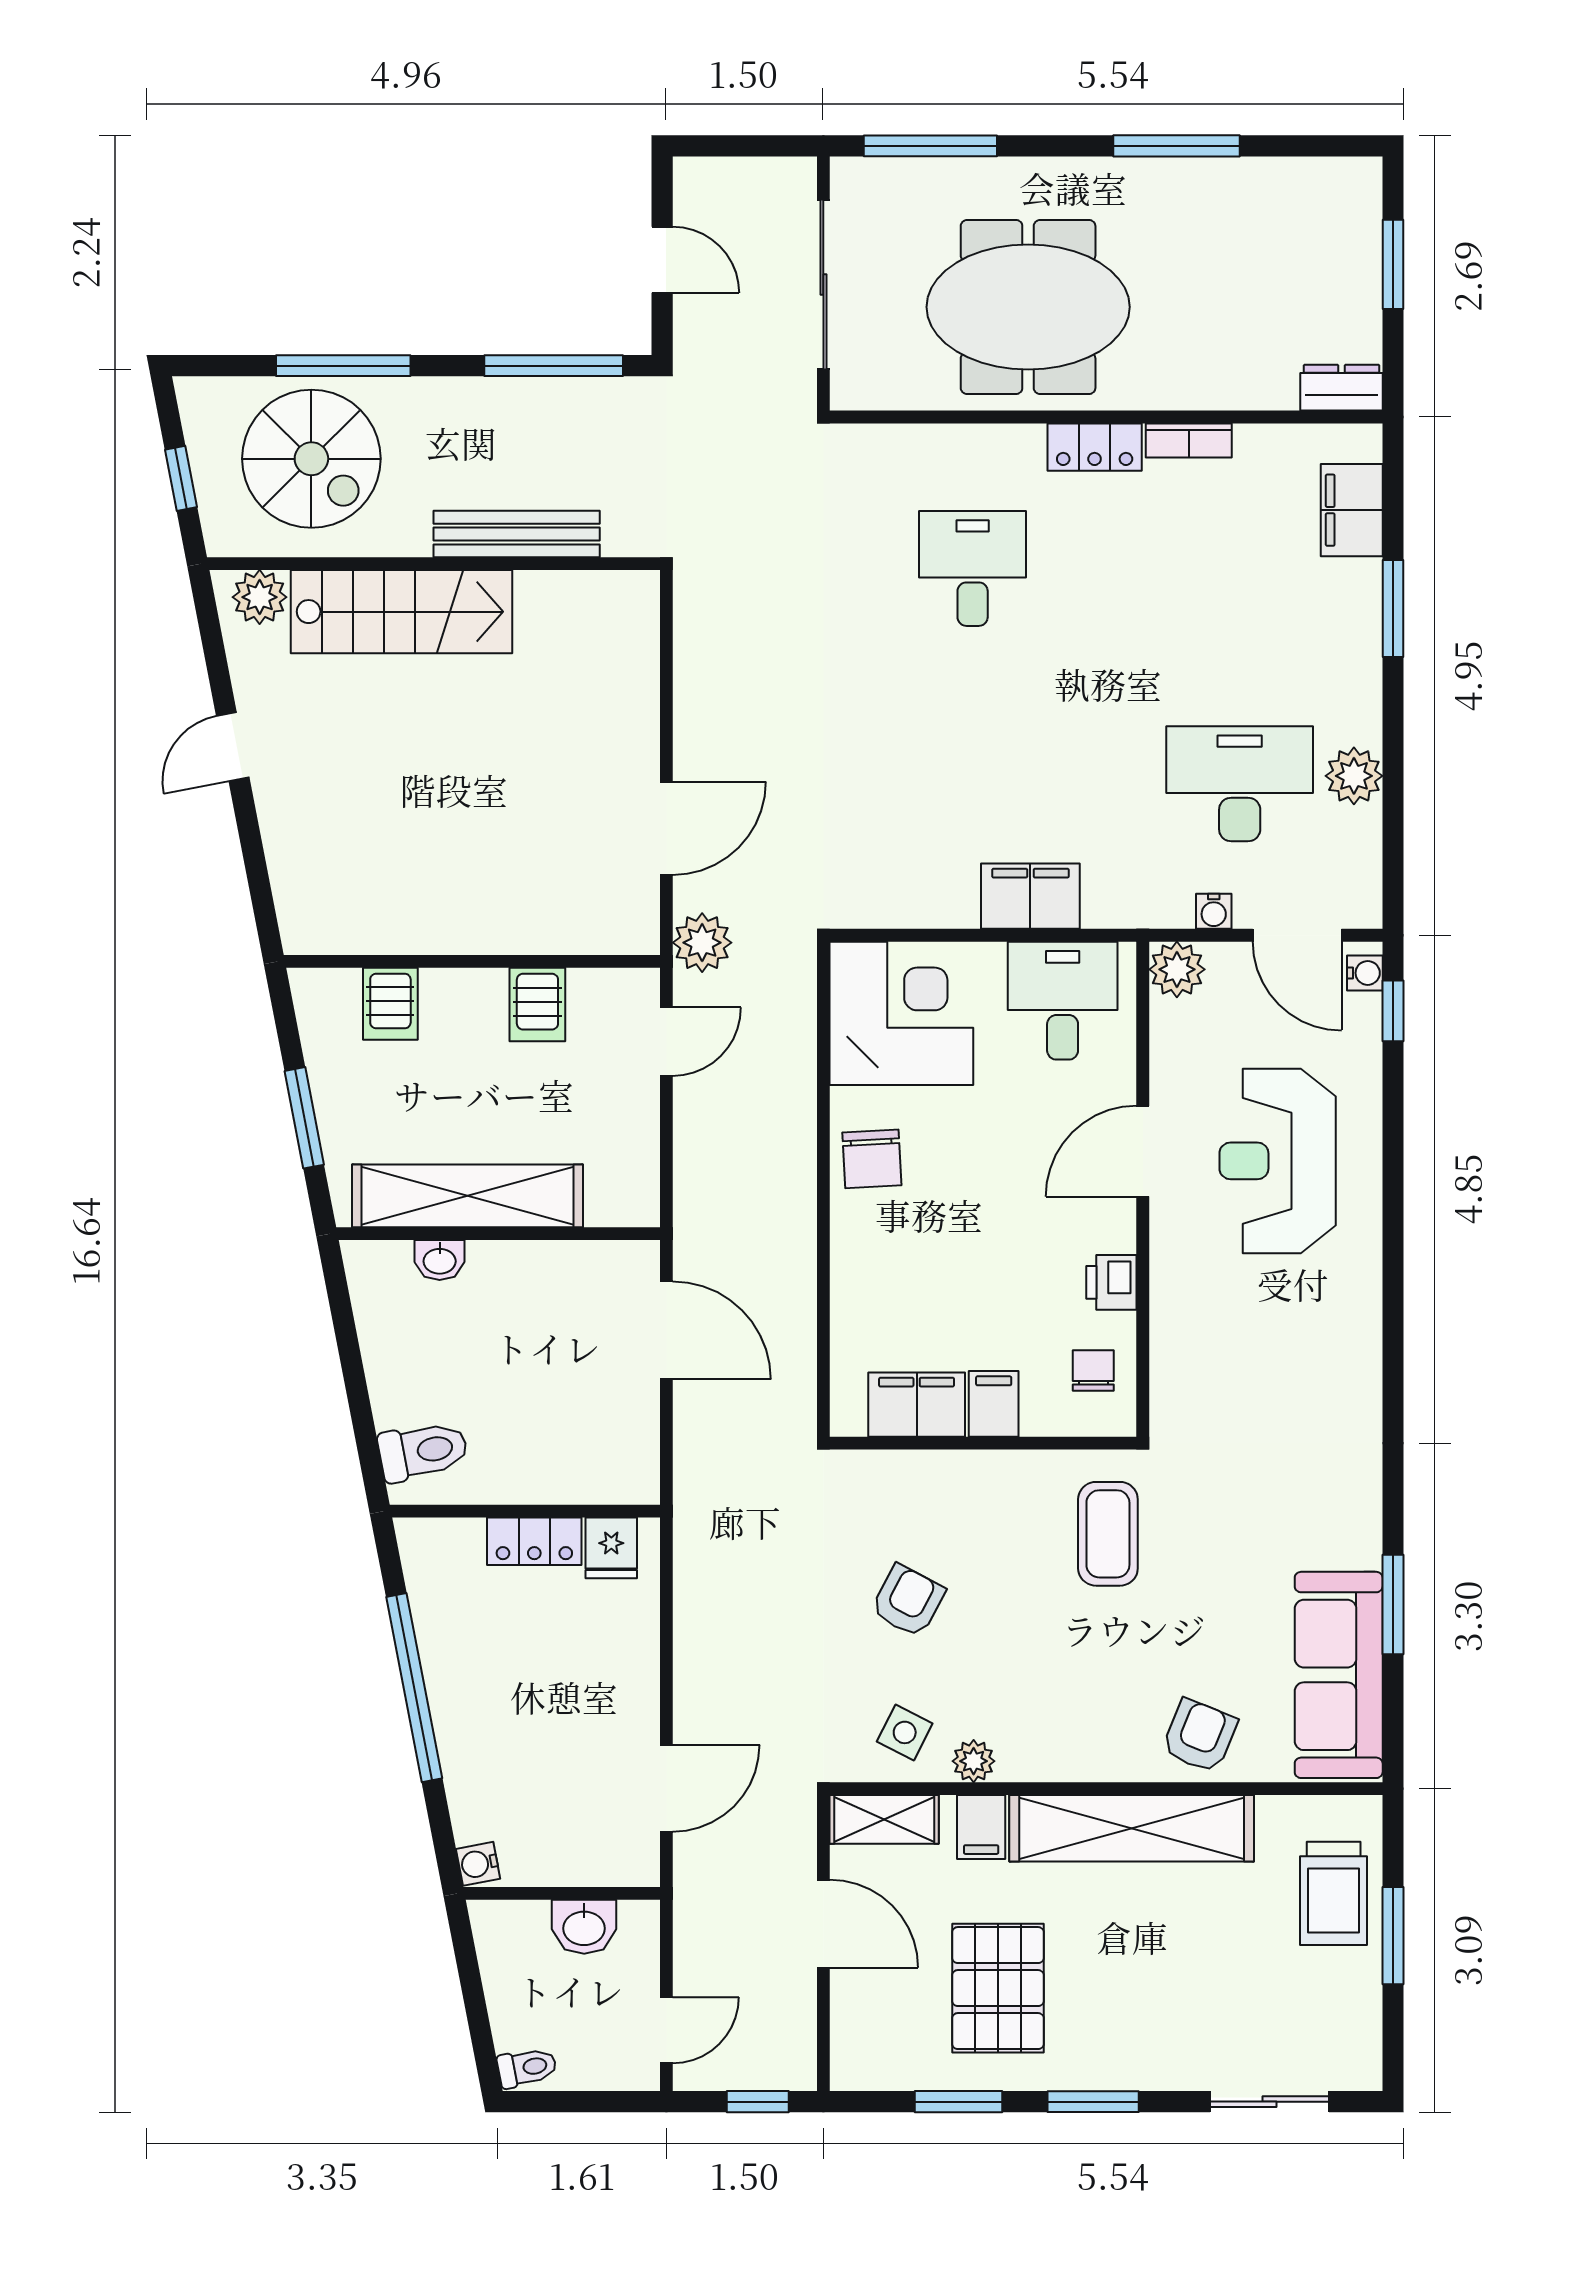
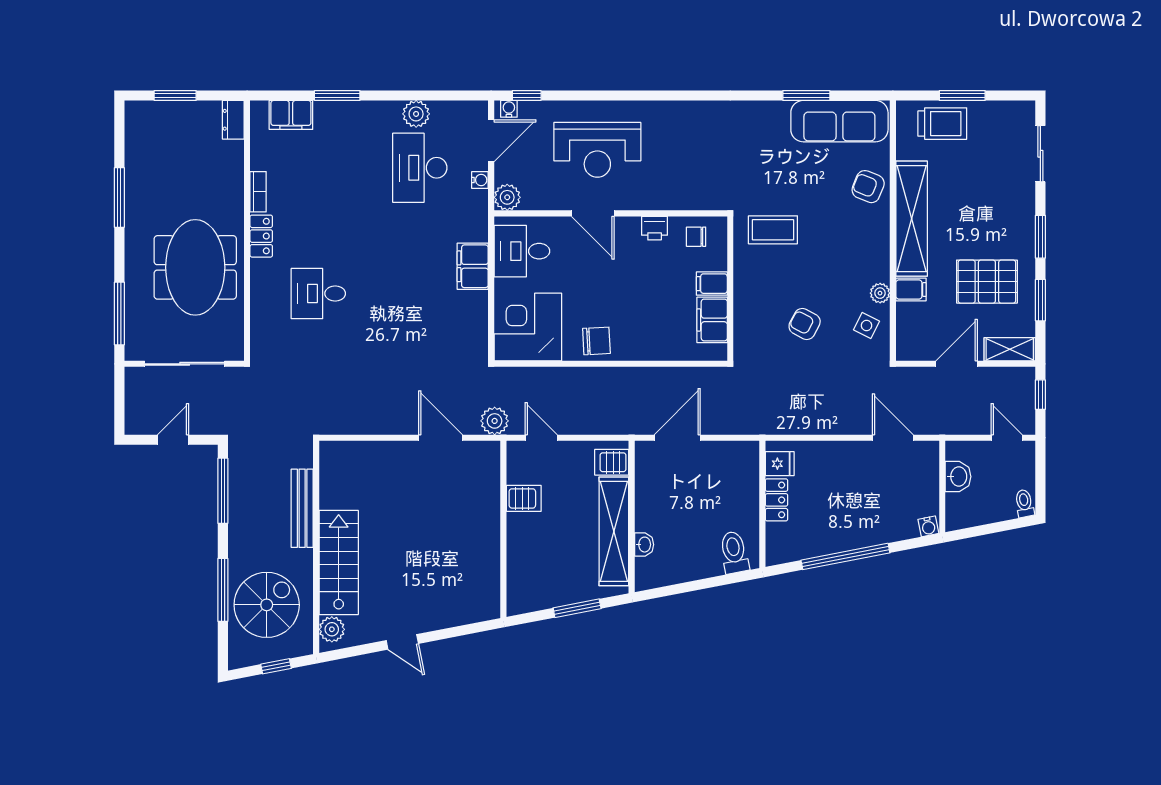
server rack: (390, 1004) -> (612, 462), moved, turned 180
shelving: (884, 1819) -> (1010, 349), moved, turned 90

